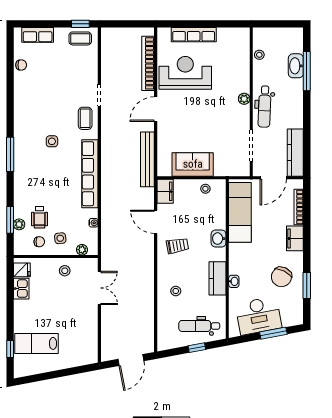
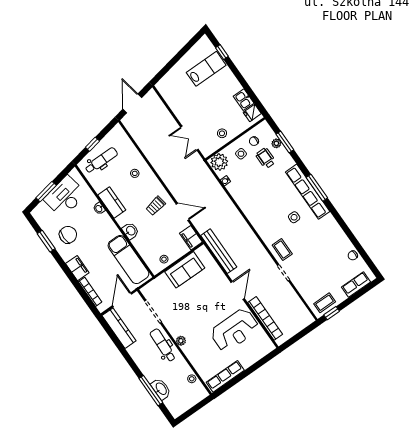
row of seats: (194, 35) -> (225, 376), moved
row of seats: (90, 174) -> (308, 192), moved, turned 180
plant: (82, 250) -> (219, 162), width x1.88, depth x1.88
chair: (281, 277) -> (68, 235), turned 64

